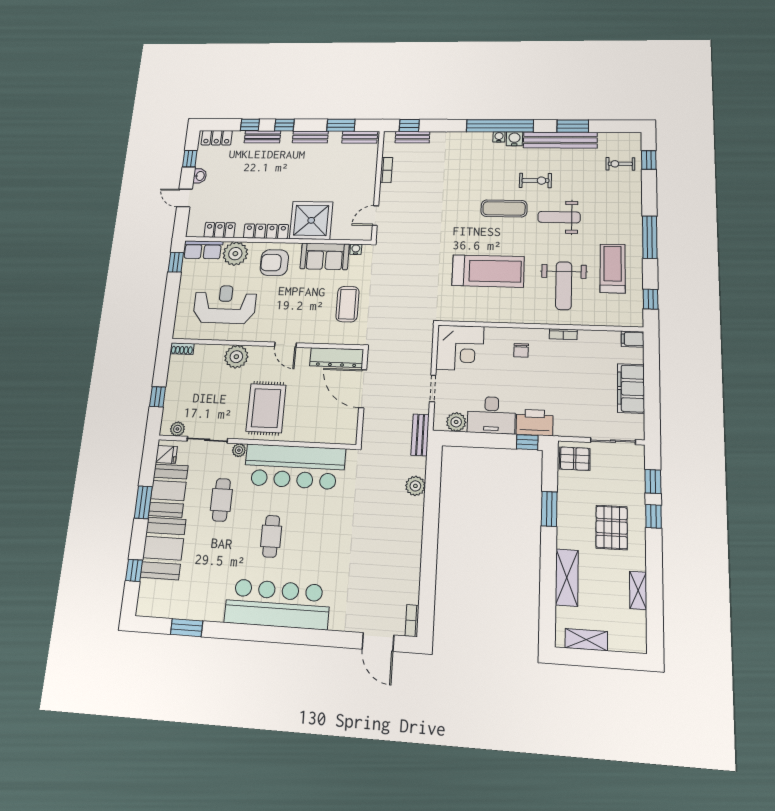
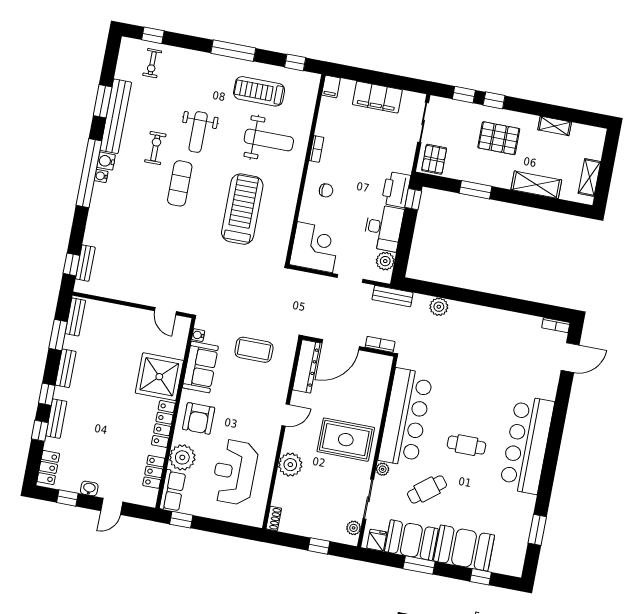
bookcase: (386, 170) -> (380, 344), moved
cafe table: (221, 500) -> (427, 489), turned -38

